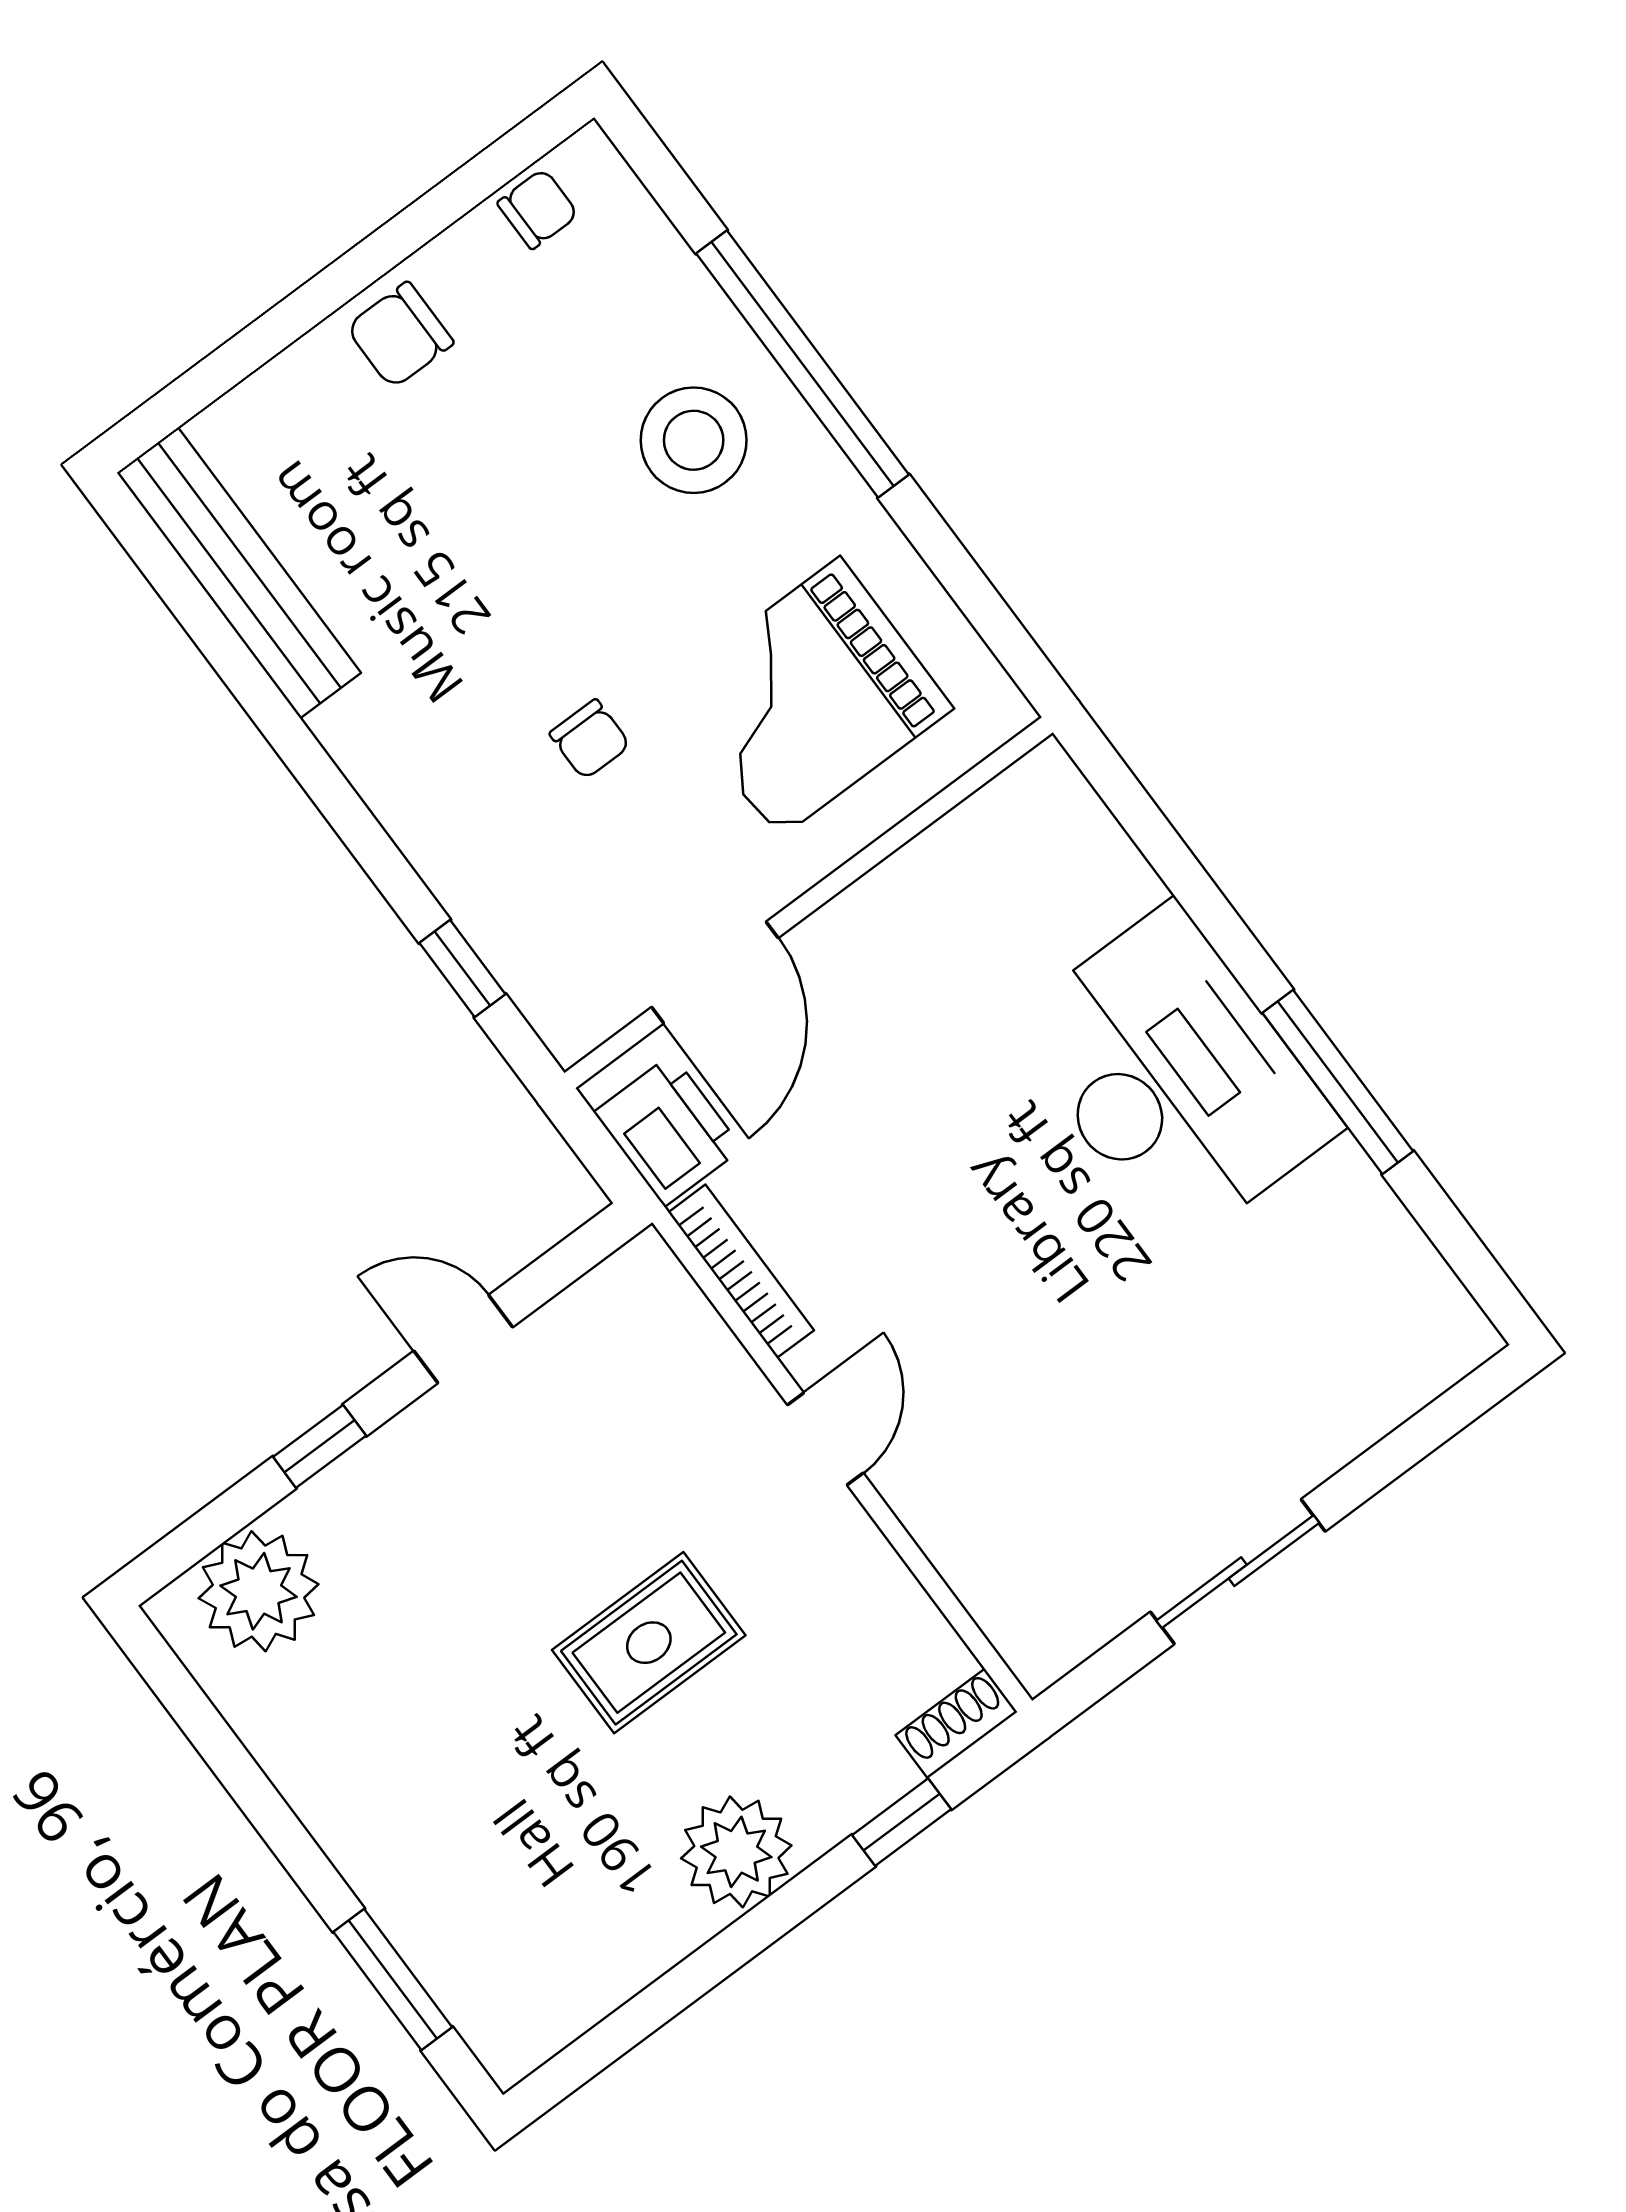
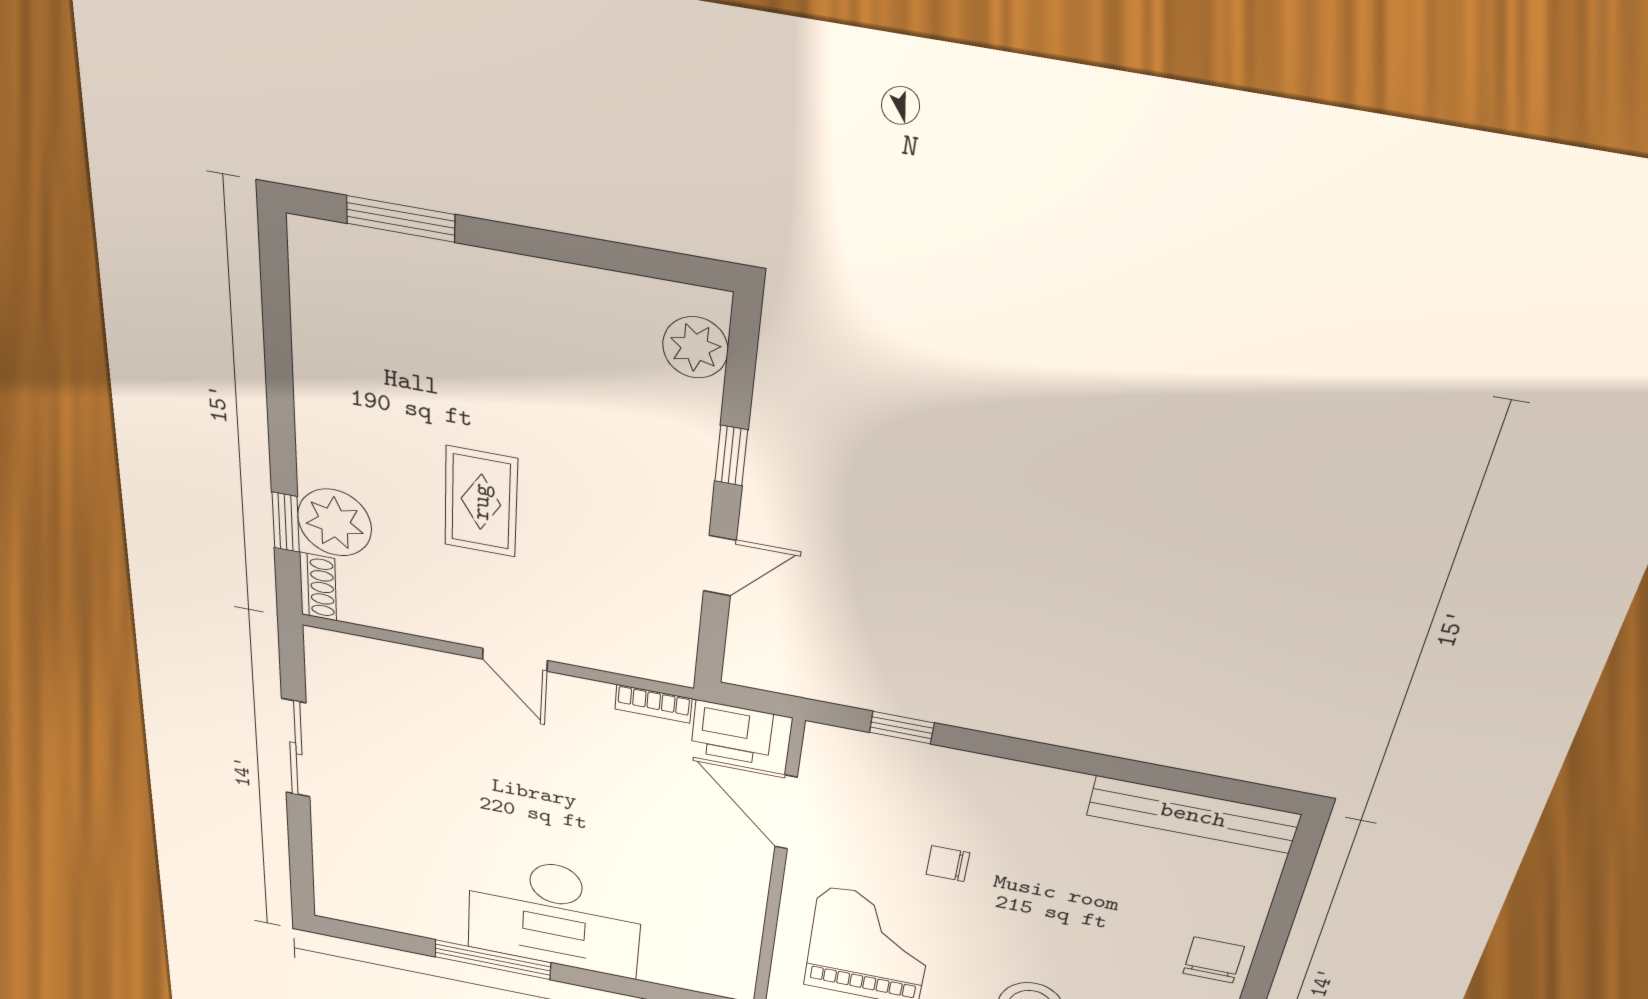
bookcase: (741, 1271) -> (653, 704), width x0.64
plant: (259, 1591) -> (695, 347), width x0.73, depth x0.73
plant: (736, 1852) -> (335, 523), moved

